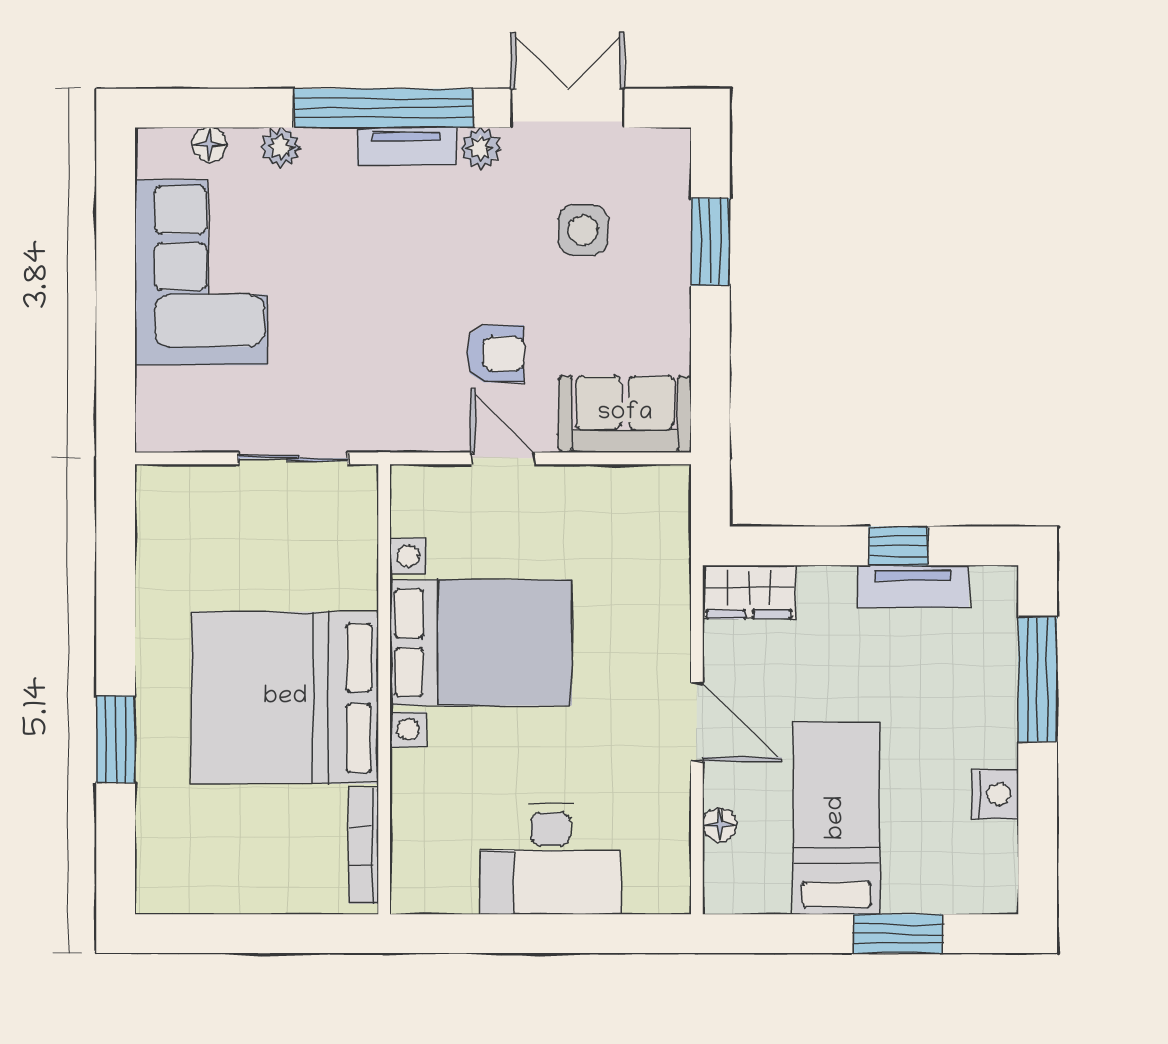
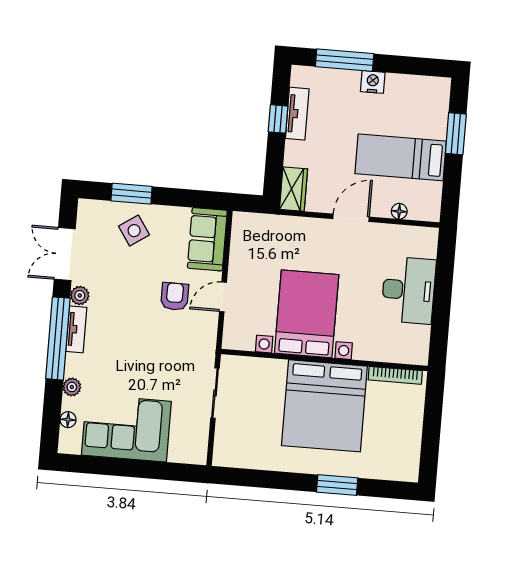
side table: (583, 230) -> (134, 231), moved, turned -34
nightstand: (995, 794) -> (373, 82), moved

